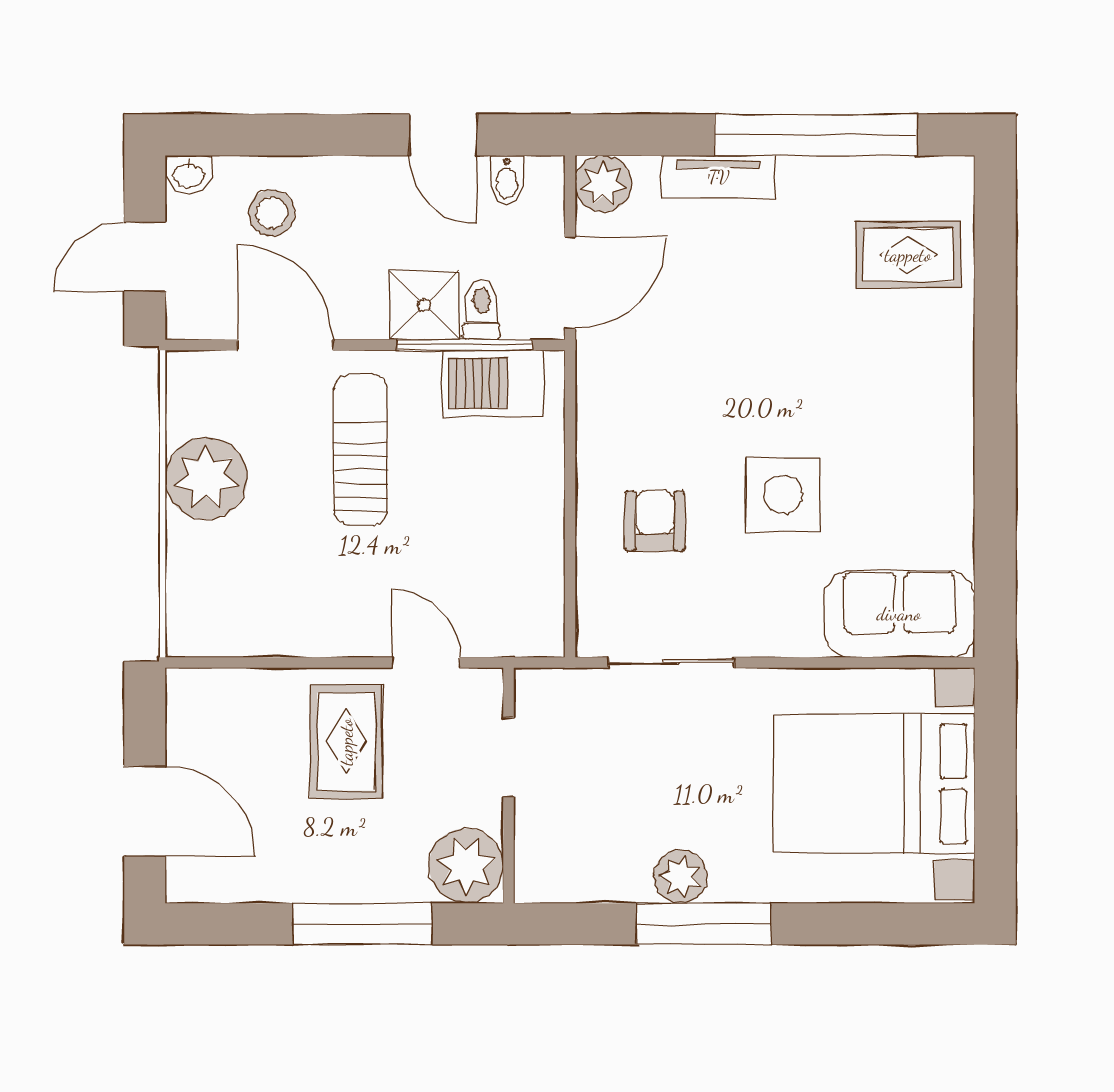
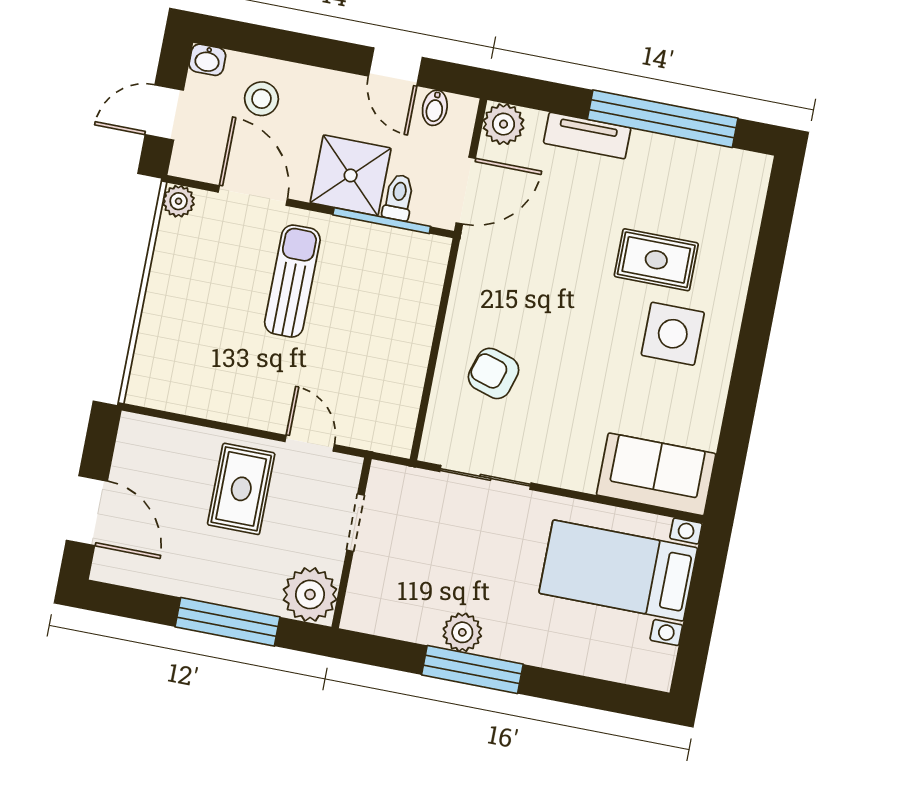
rug: (908, 255) -> (656, 260), moved
shower: (424, 305) -> (351, 175), width x1.36, depth x1.36
barbecue: (493, 383) -> (397, 252), removed
plant: (206, 478) -> (179, 201), moved, width x0.53, depth x0.53
side table: (783, 494) -> (673, 334), moved
armchair: (655, 521) -> (494, 373), turned -73
bed with nightstands: (874, 784) -> (618, 570), width x0.73

